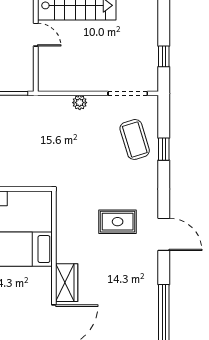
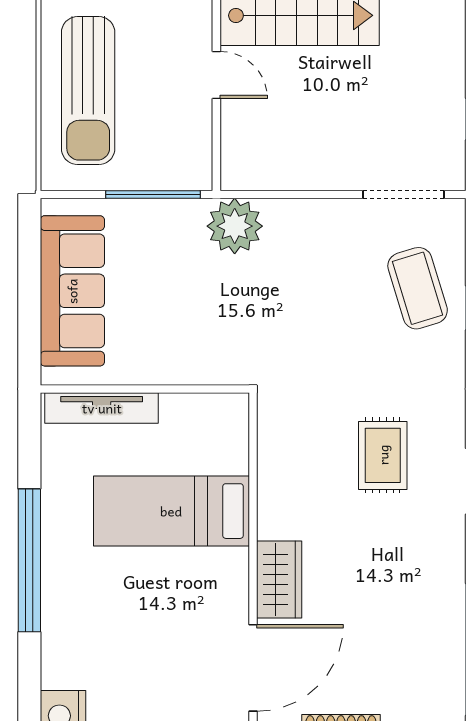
plant: (80, 103) -> (235, 226), moved, width x1.88, depth x1.88
rug: (118, 222) -> (383, 455), turned 90

